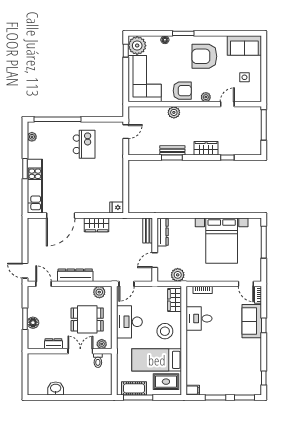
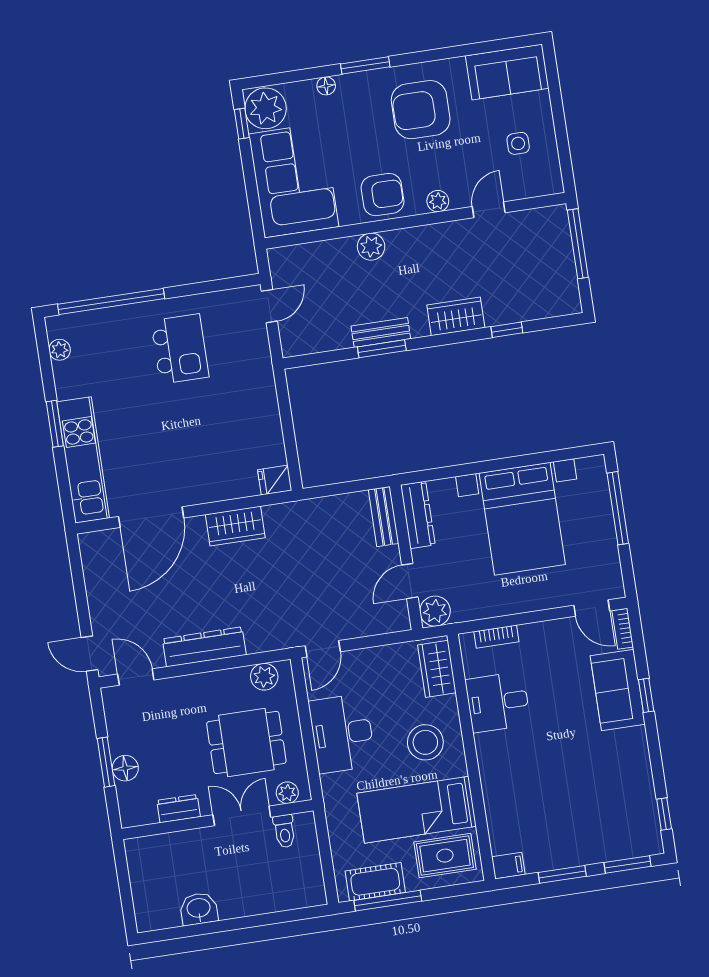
bench: (148, 230) -> (384, 517), moved
dresser: (163, 232) -> (418, 515), moved
wall: (155, 250) -> (406, 557), moved
door: (155, 260) -> (410, 581), moved

